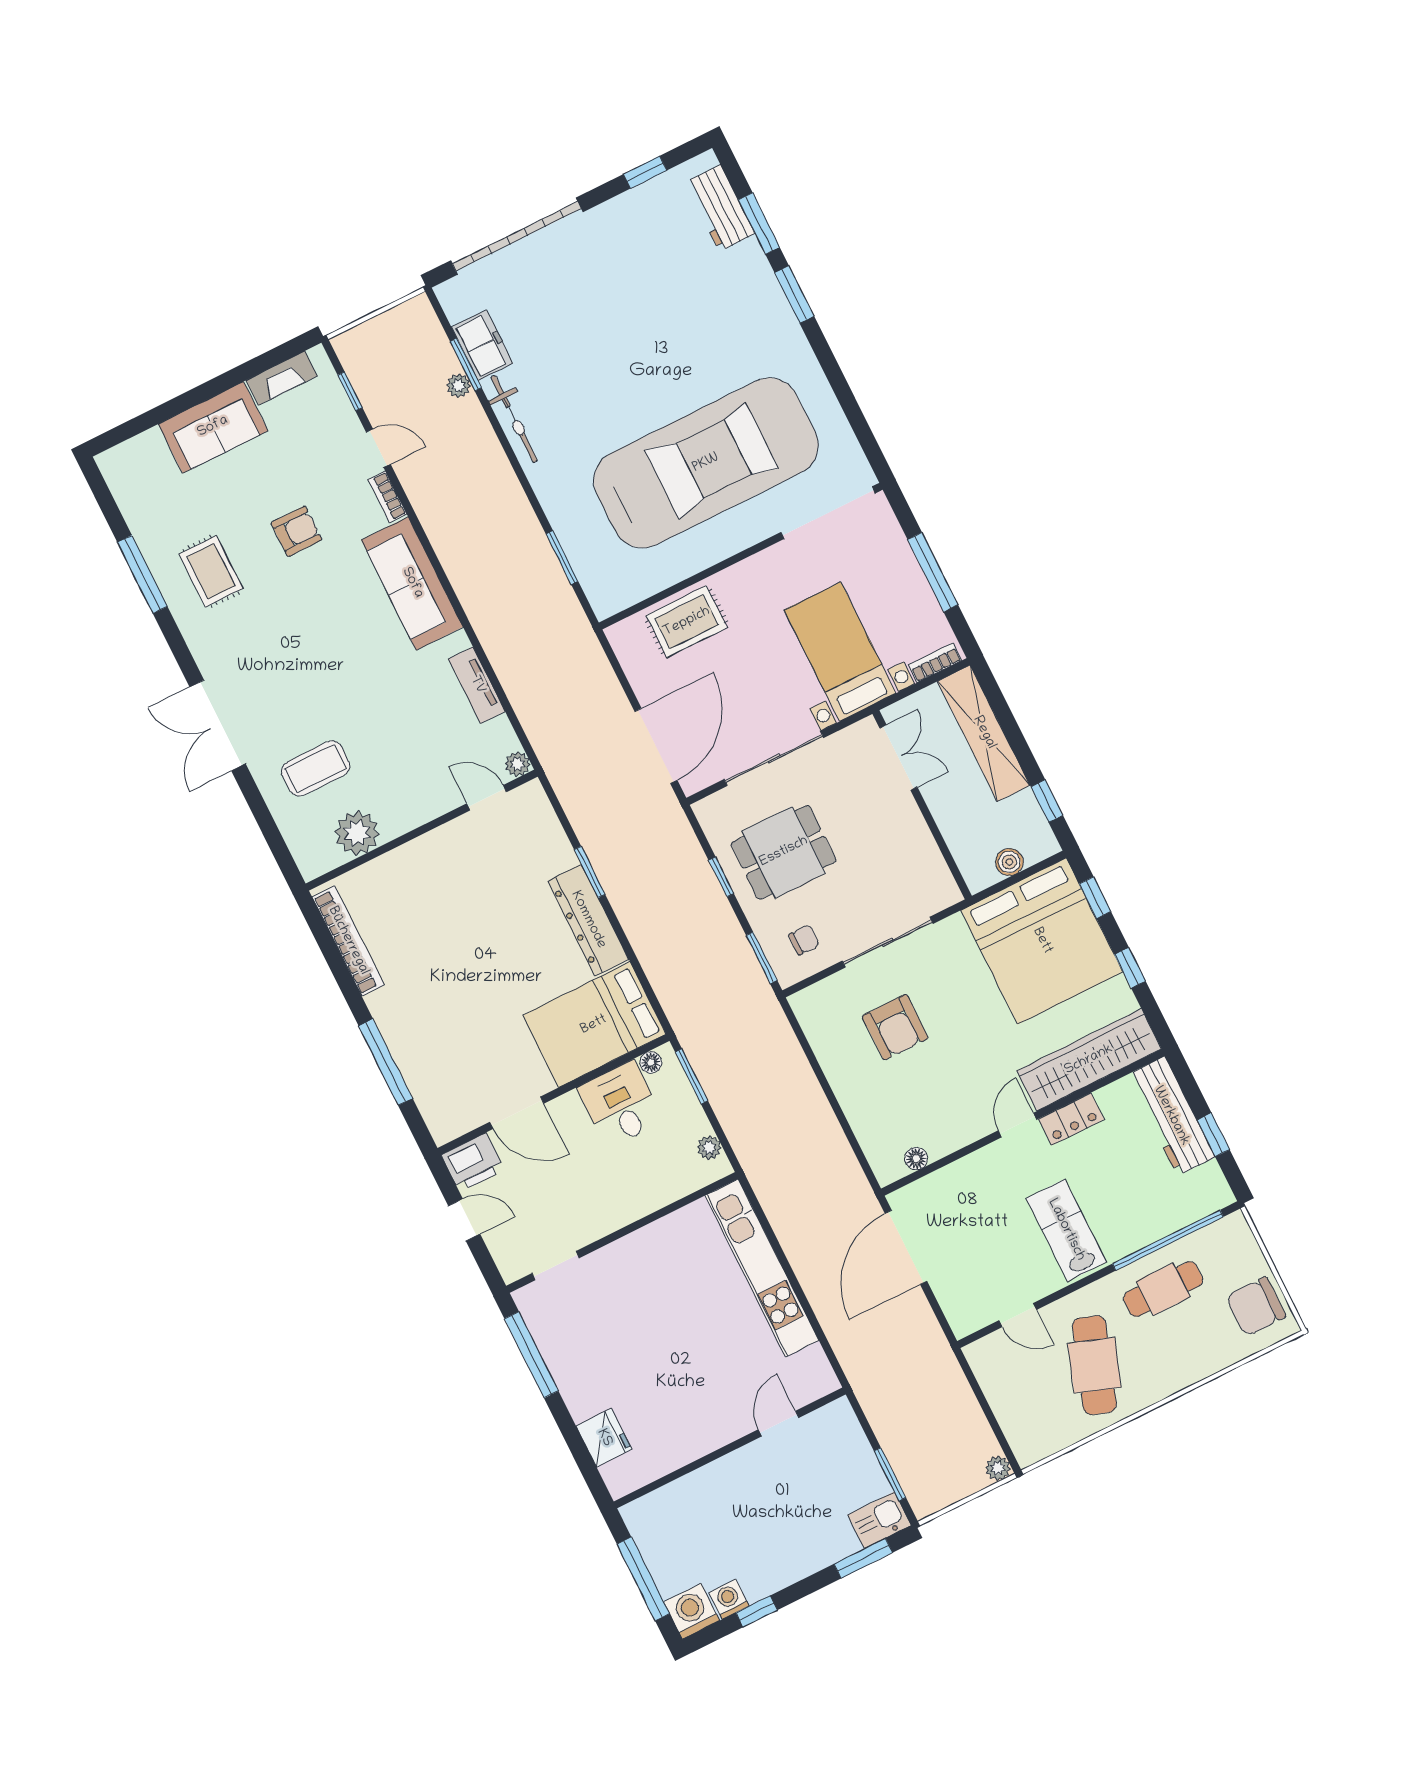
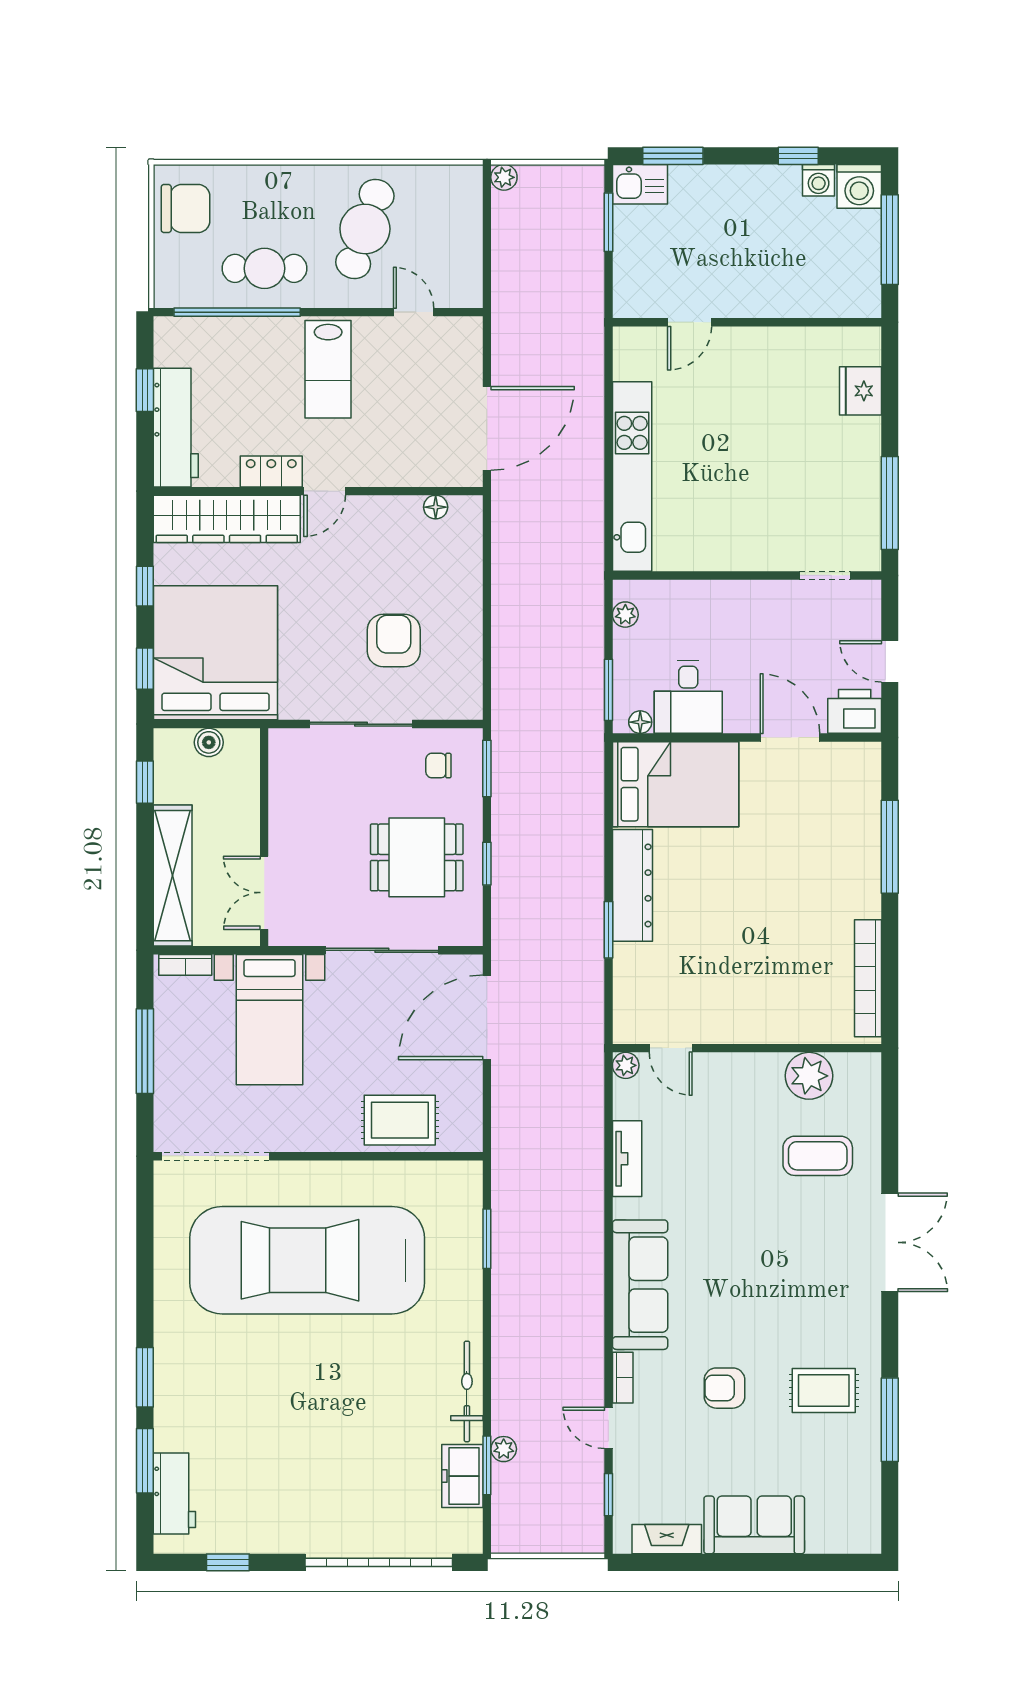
rug: (211, 571) -> (824, 1390), turned 90

